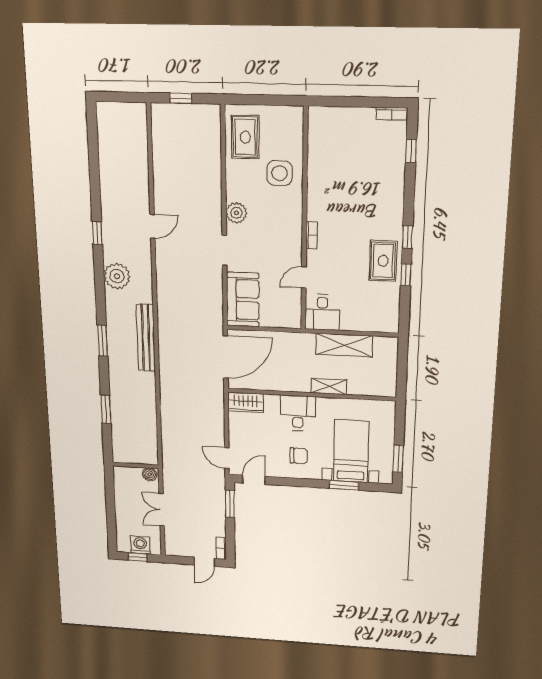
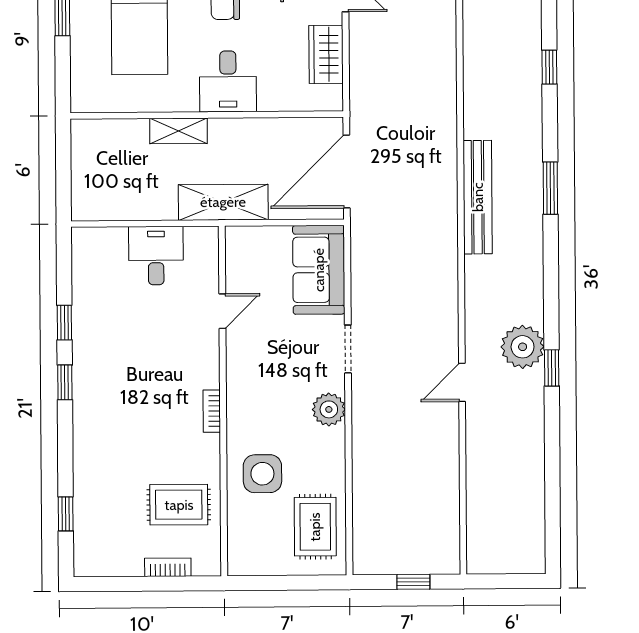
bookcase: (392, 114) -> (168, 567), moved
bookcase: (312, 235) -> (212, 411), moved
rug: (383, 261) -> (179, 505), moved, turned 90
plant: (117, 276) -> (523, 347), moved
desk: (322, 312) -> (156, 256), moved
shelving: (344, 345) -> (223, 202), moved
wardrobe: (246, 402) -> (326, 54), moved, turned -90
window: (106, 409) -> (549, 67), width x0.67

